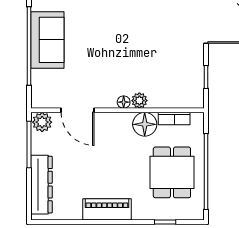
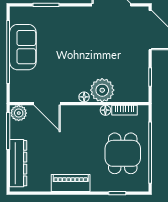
plant: (139, 101) -> (102, 90), width x1.88, depth x1.88
floor lamp: (145, 124) -> (105, 110), width x0.53, depth x0.53

